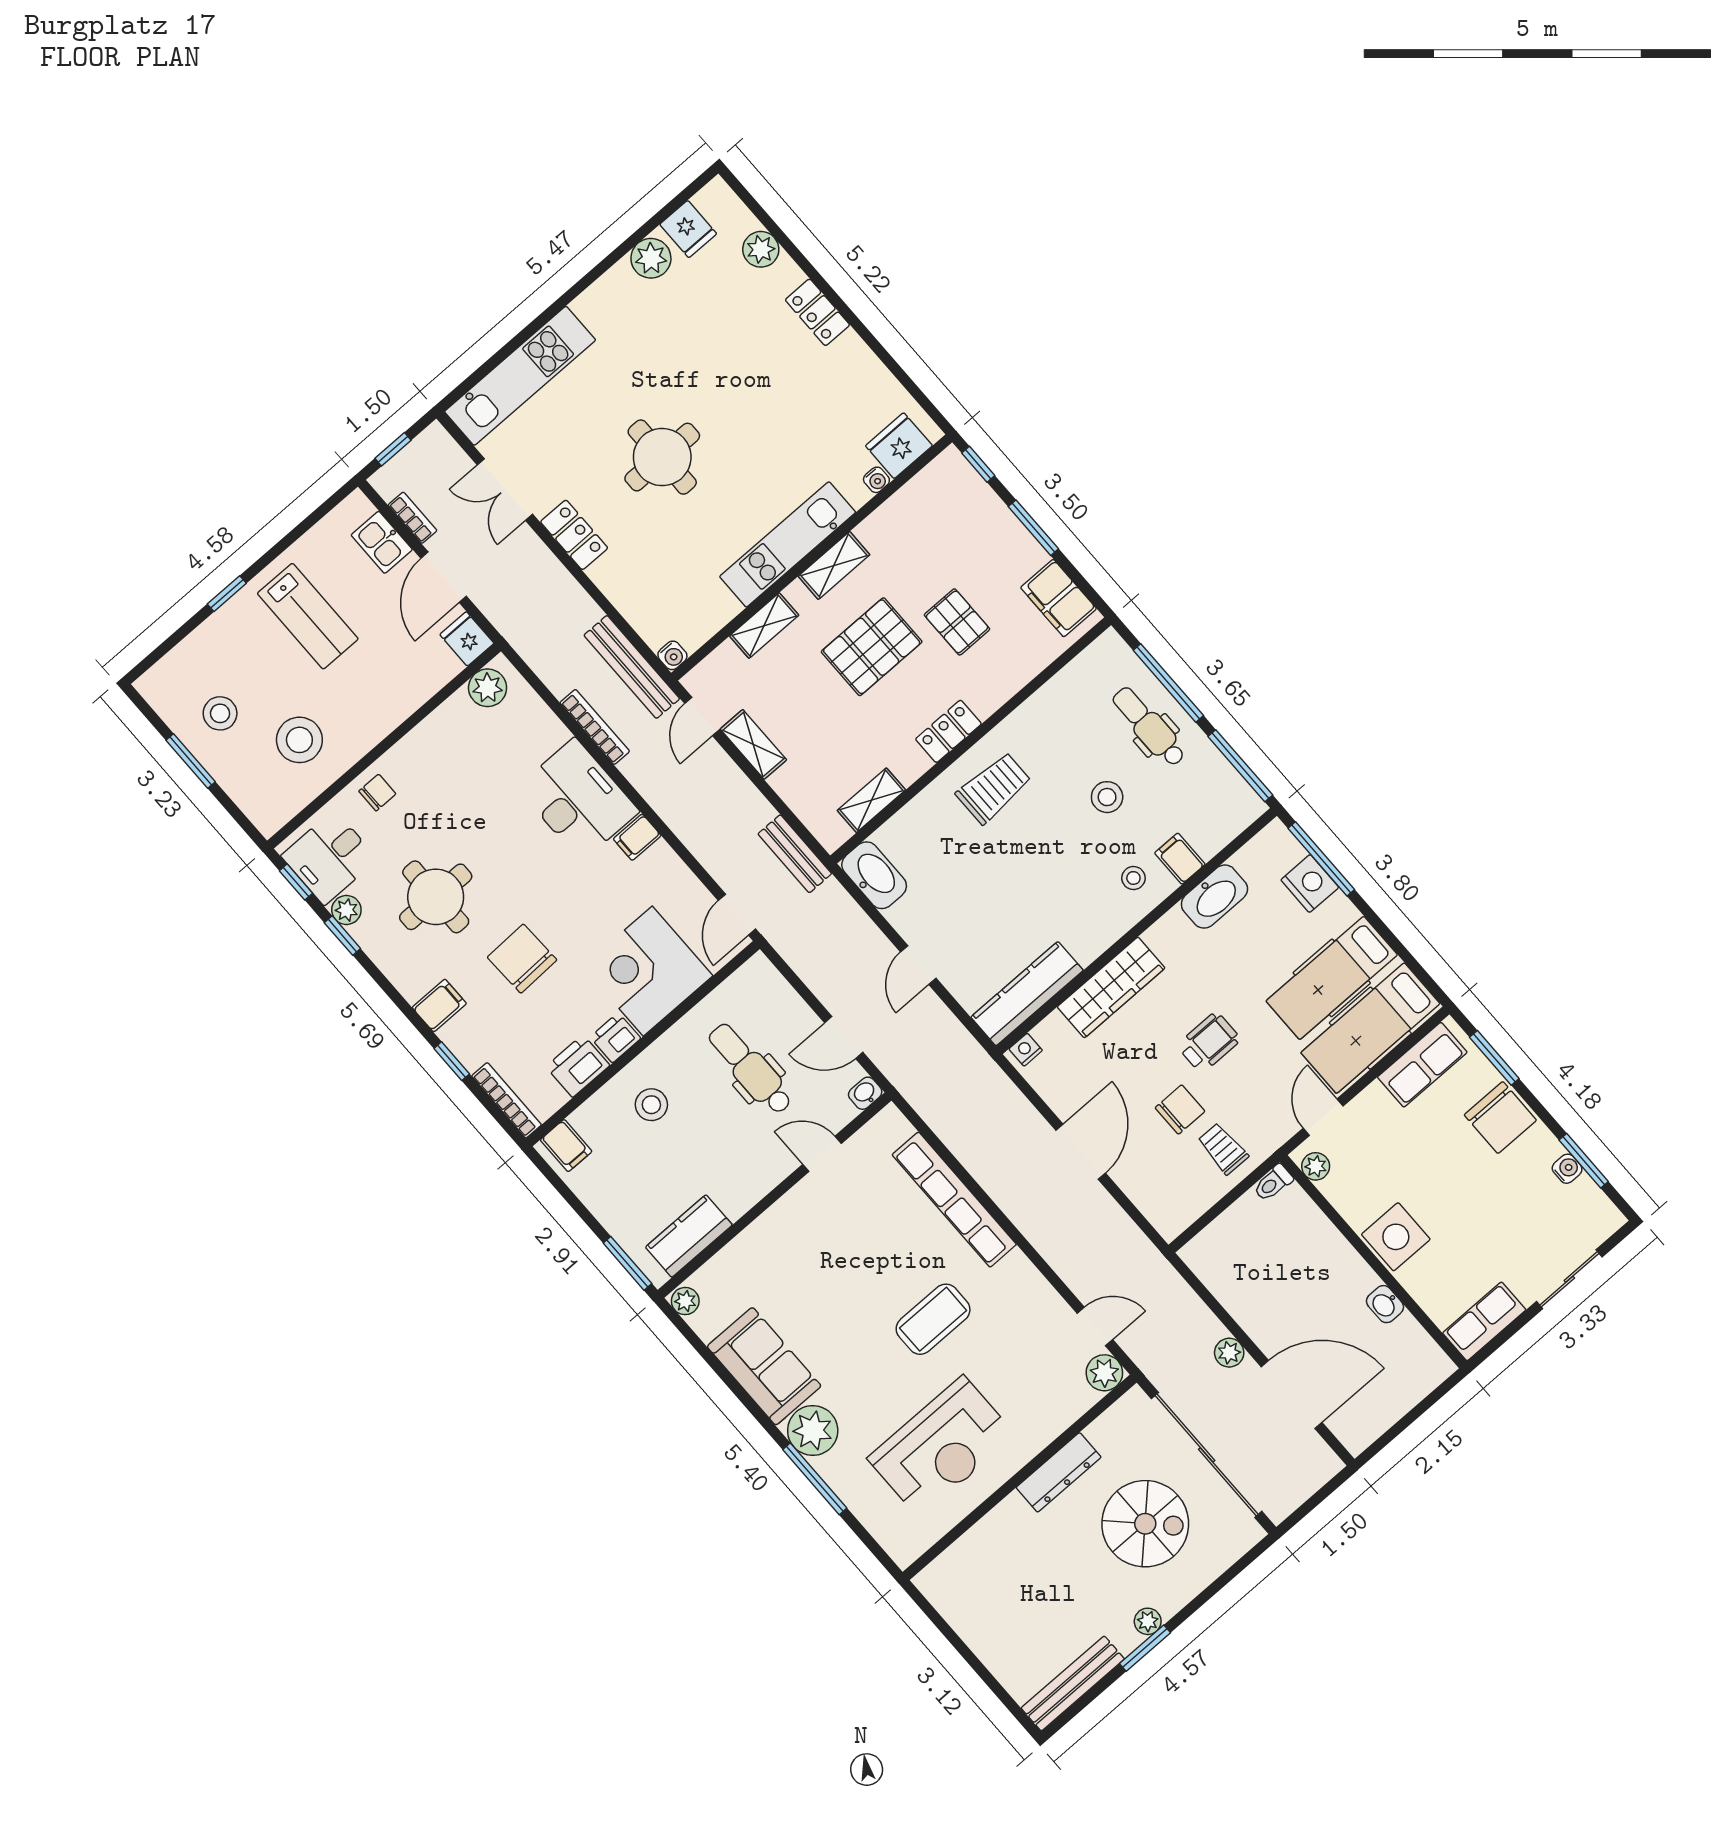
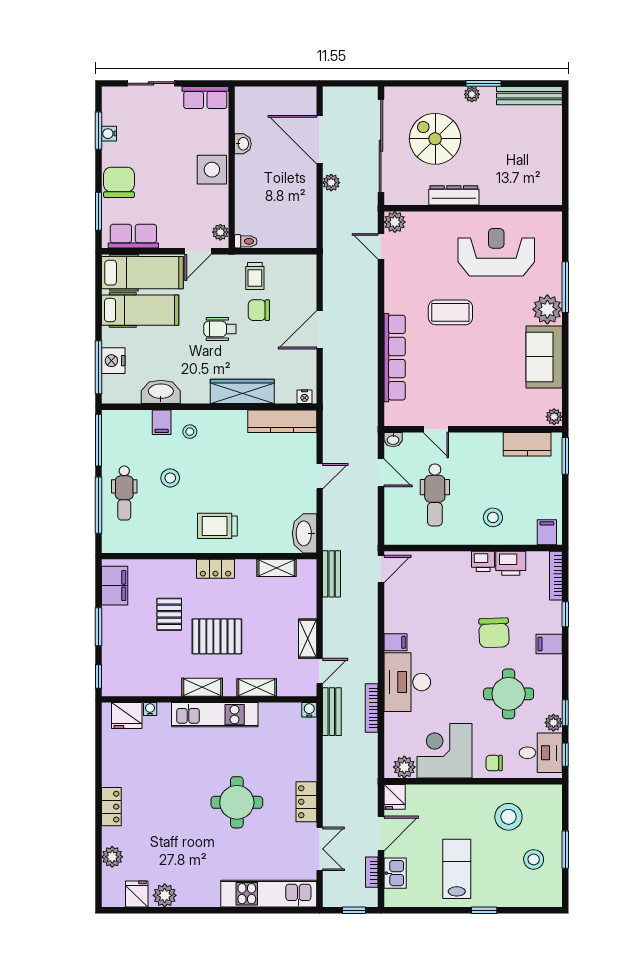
bench: (632, 667) -> (332, 712), width x0.73
corner desk: (648, 971) -> (444, 751), moved, turned 180

